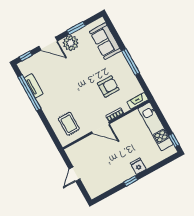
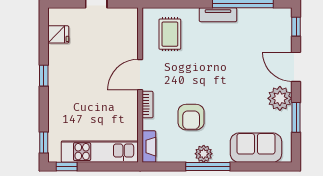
door: (48, 44) -> (296, 67), hinge flipped
plant: (125, 68) -> (204, 154), added
tv unit: (34, 86) -> (218, 15), moved
rug: (69, 124) -> (170, 34), turned 90
window: (168, 160) -> (44, 142), added
fridge: (138, 166) -> (58, 34), moved

